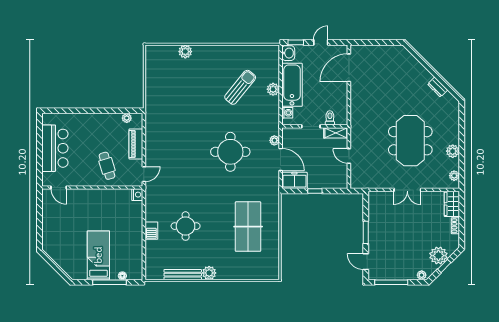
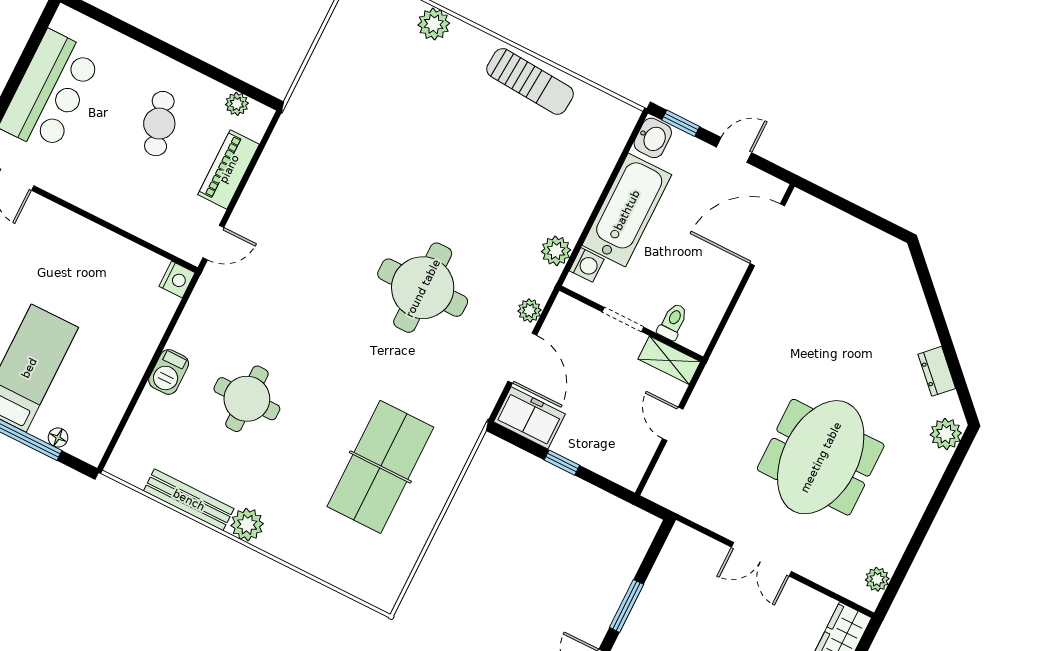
sun lounger: (240, 87) -> (530, 81), moved, turned 55
plant: (273, 89) -> (556, 251), moved
plant: (453, 151) -> (946, 434), moved
cafe table: (107, 166) -> (159, 124), moved

